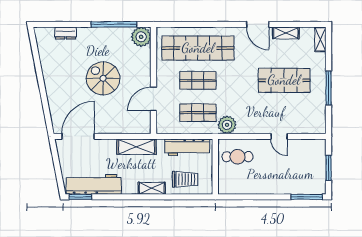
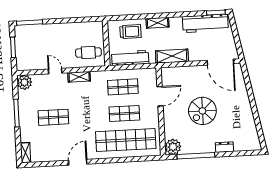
door: (258, 24) -> (78, 162), hinge flipped
dresser: (66, 33) -> (224, 147), moved
shelving: (286, 33) -> (79, 77), moved
spiral stairs: (103, 78) -> (202, 111), turned 90
shop shelf: (284, 80) -> (53, 117), width x0.70, depth x0.74
plant: (227, 125) -> (24, 82), moved
door: (78, 136) -> (220, 62), hinge flipped
trolley: (185, 179) -> (131, 32), turned 180

